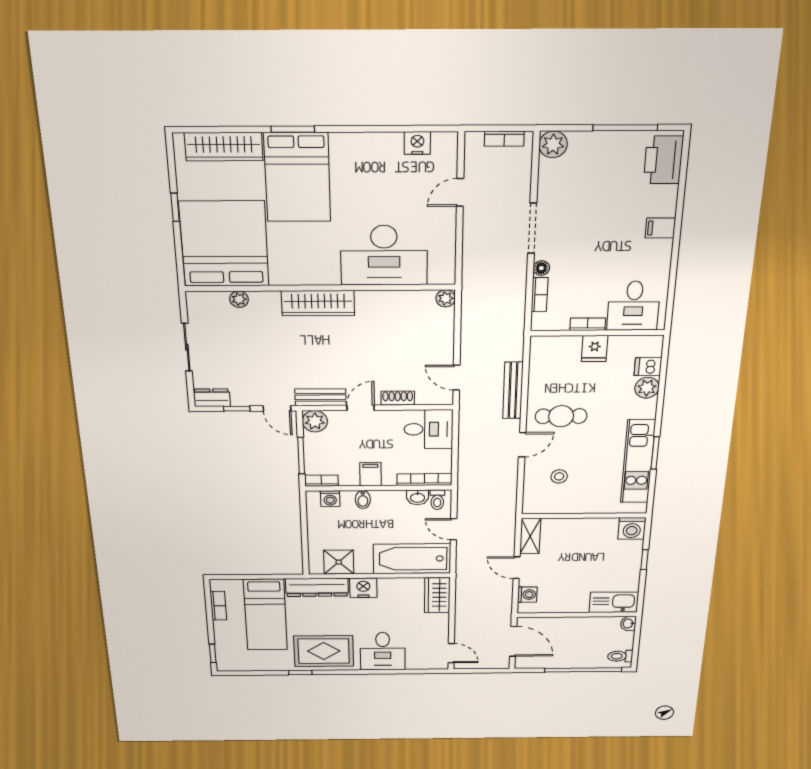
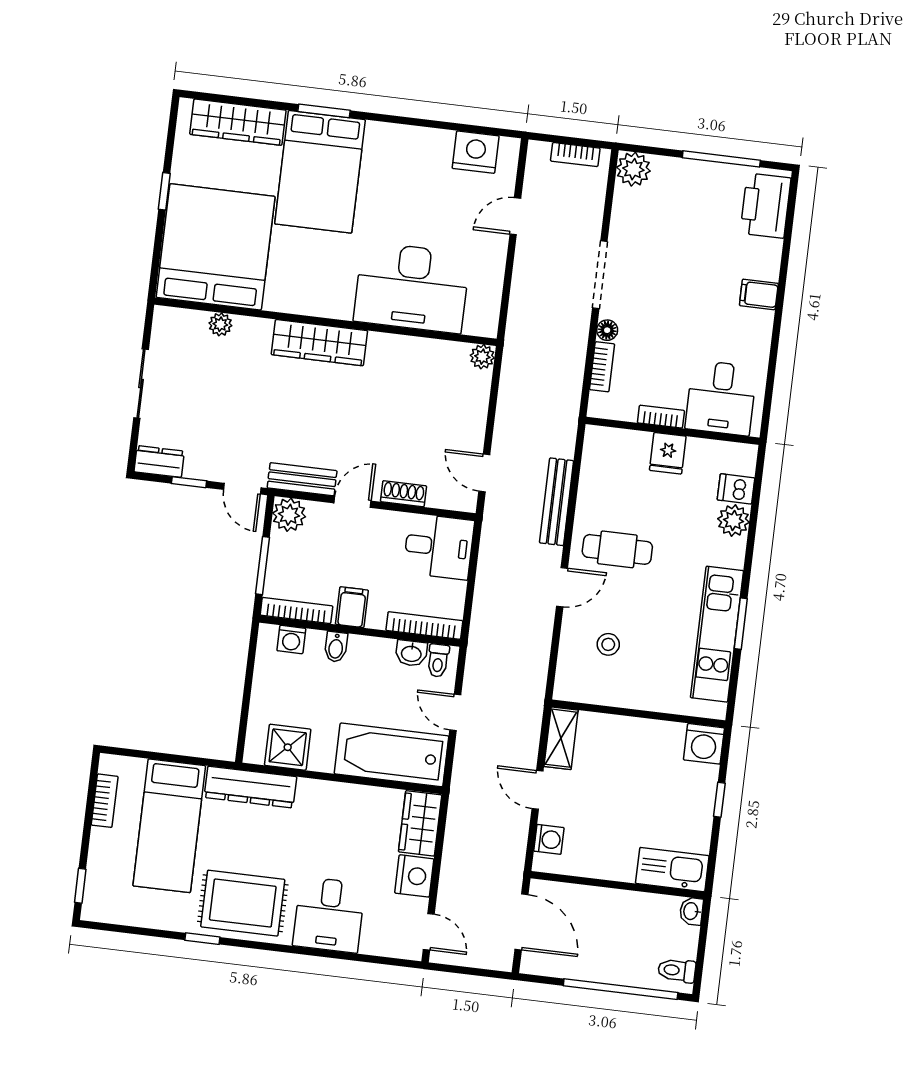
nightstand: (417, 143) -> (476, 152), width x1.36, depth x1.33
bookcase: (321, 481) -> (296, 611), width x1.56
nightstand: (363, 588) -> (414, 876), moved, turned 90

